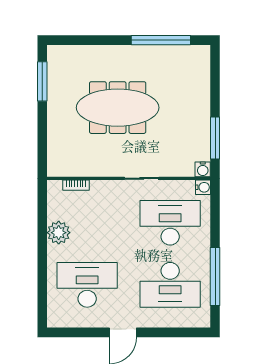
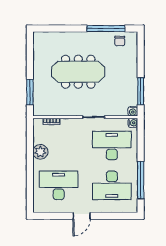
chair: (182, 60) -> (120, 41), added
window: (42, 81) -> (30, 92), moved

